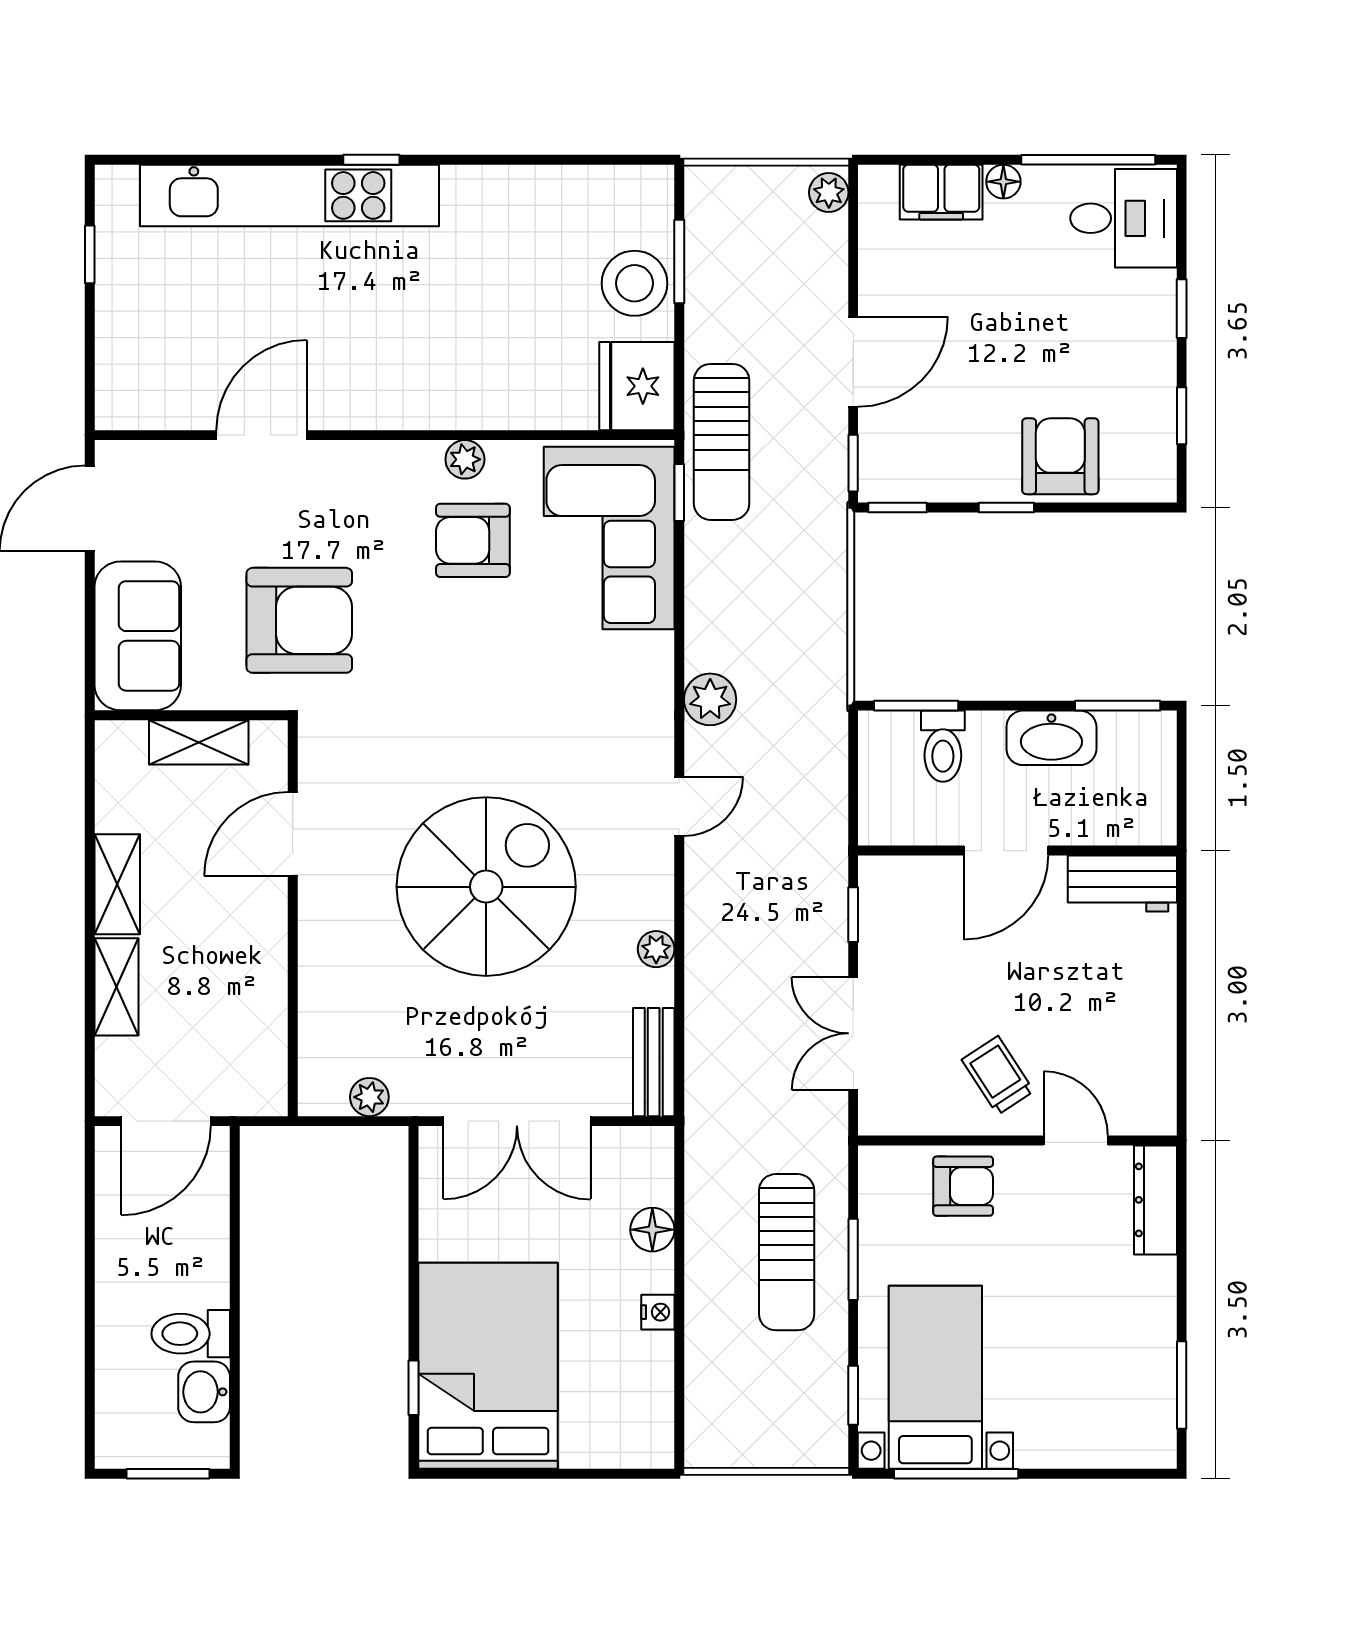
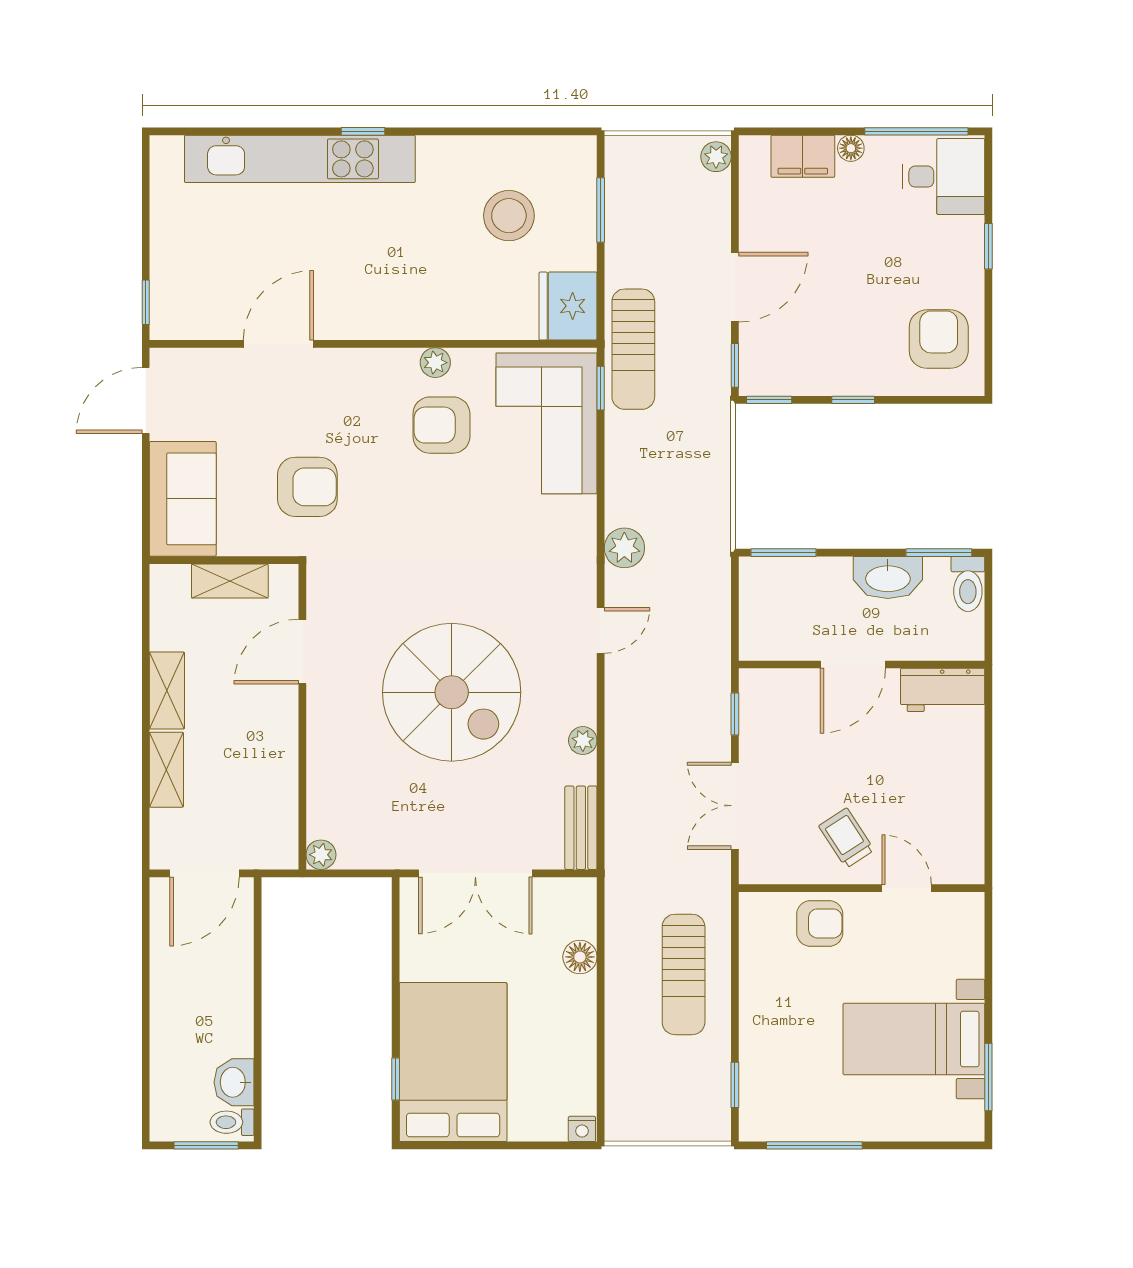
window: (90, 254) -> (146, 302), moved
stool: (635, 283) -> (509, 216), moved
window: (1182, 416) -> (988, 329), removed
armchair: (1060, 456) -> (939, 339), moved
armchair: (299, 620) -> (307, 487), width x0.73, depth x0.73
toilet: (943, 746) -> (968, 584), moved
spiral stairs: (486, 887) -> (452, 692), turned 90
plant: (369, 1097) -> (321, 855), moved
dresser: (1155, 1200) -> (968, 934), removed
window: (853, 1259) -> (735, 980), removed
nightstand: (658, 1312) -> (582, 1129), moved, turned 90
toilet: (191, 1334) -> (232, 1122), moved, width x0.73, depth x0.72
bed with nightstands: (935, 1377) -> (914, 1039), moved, turned -90

